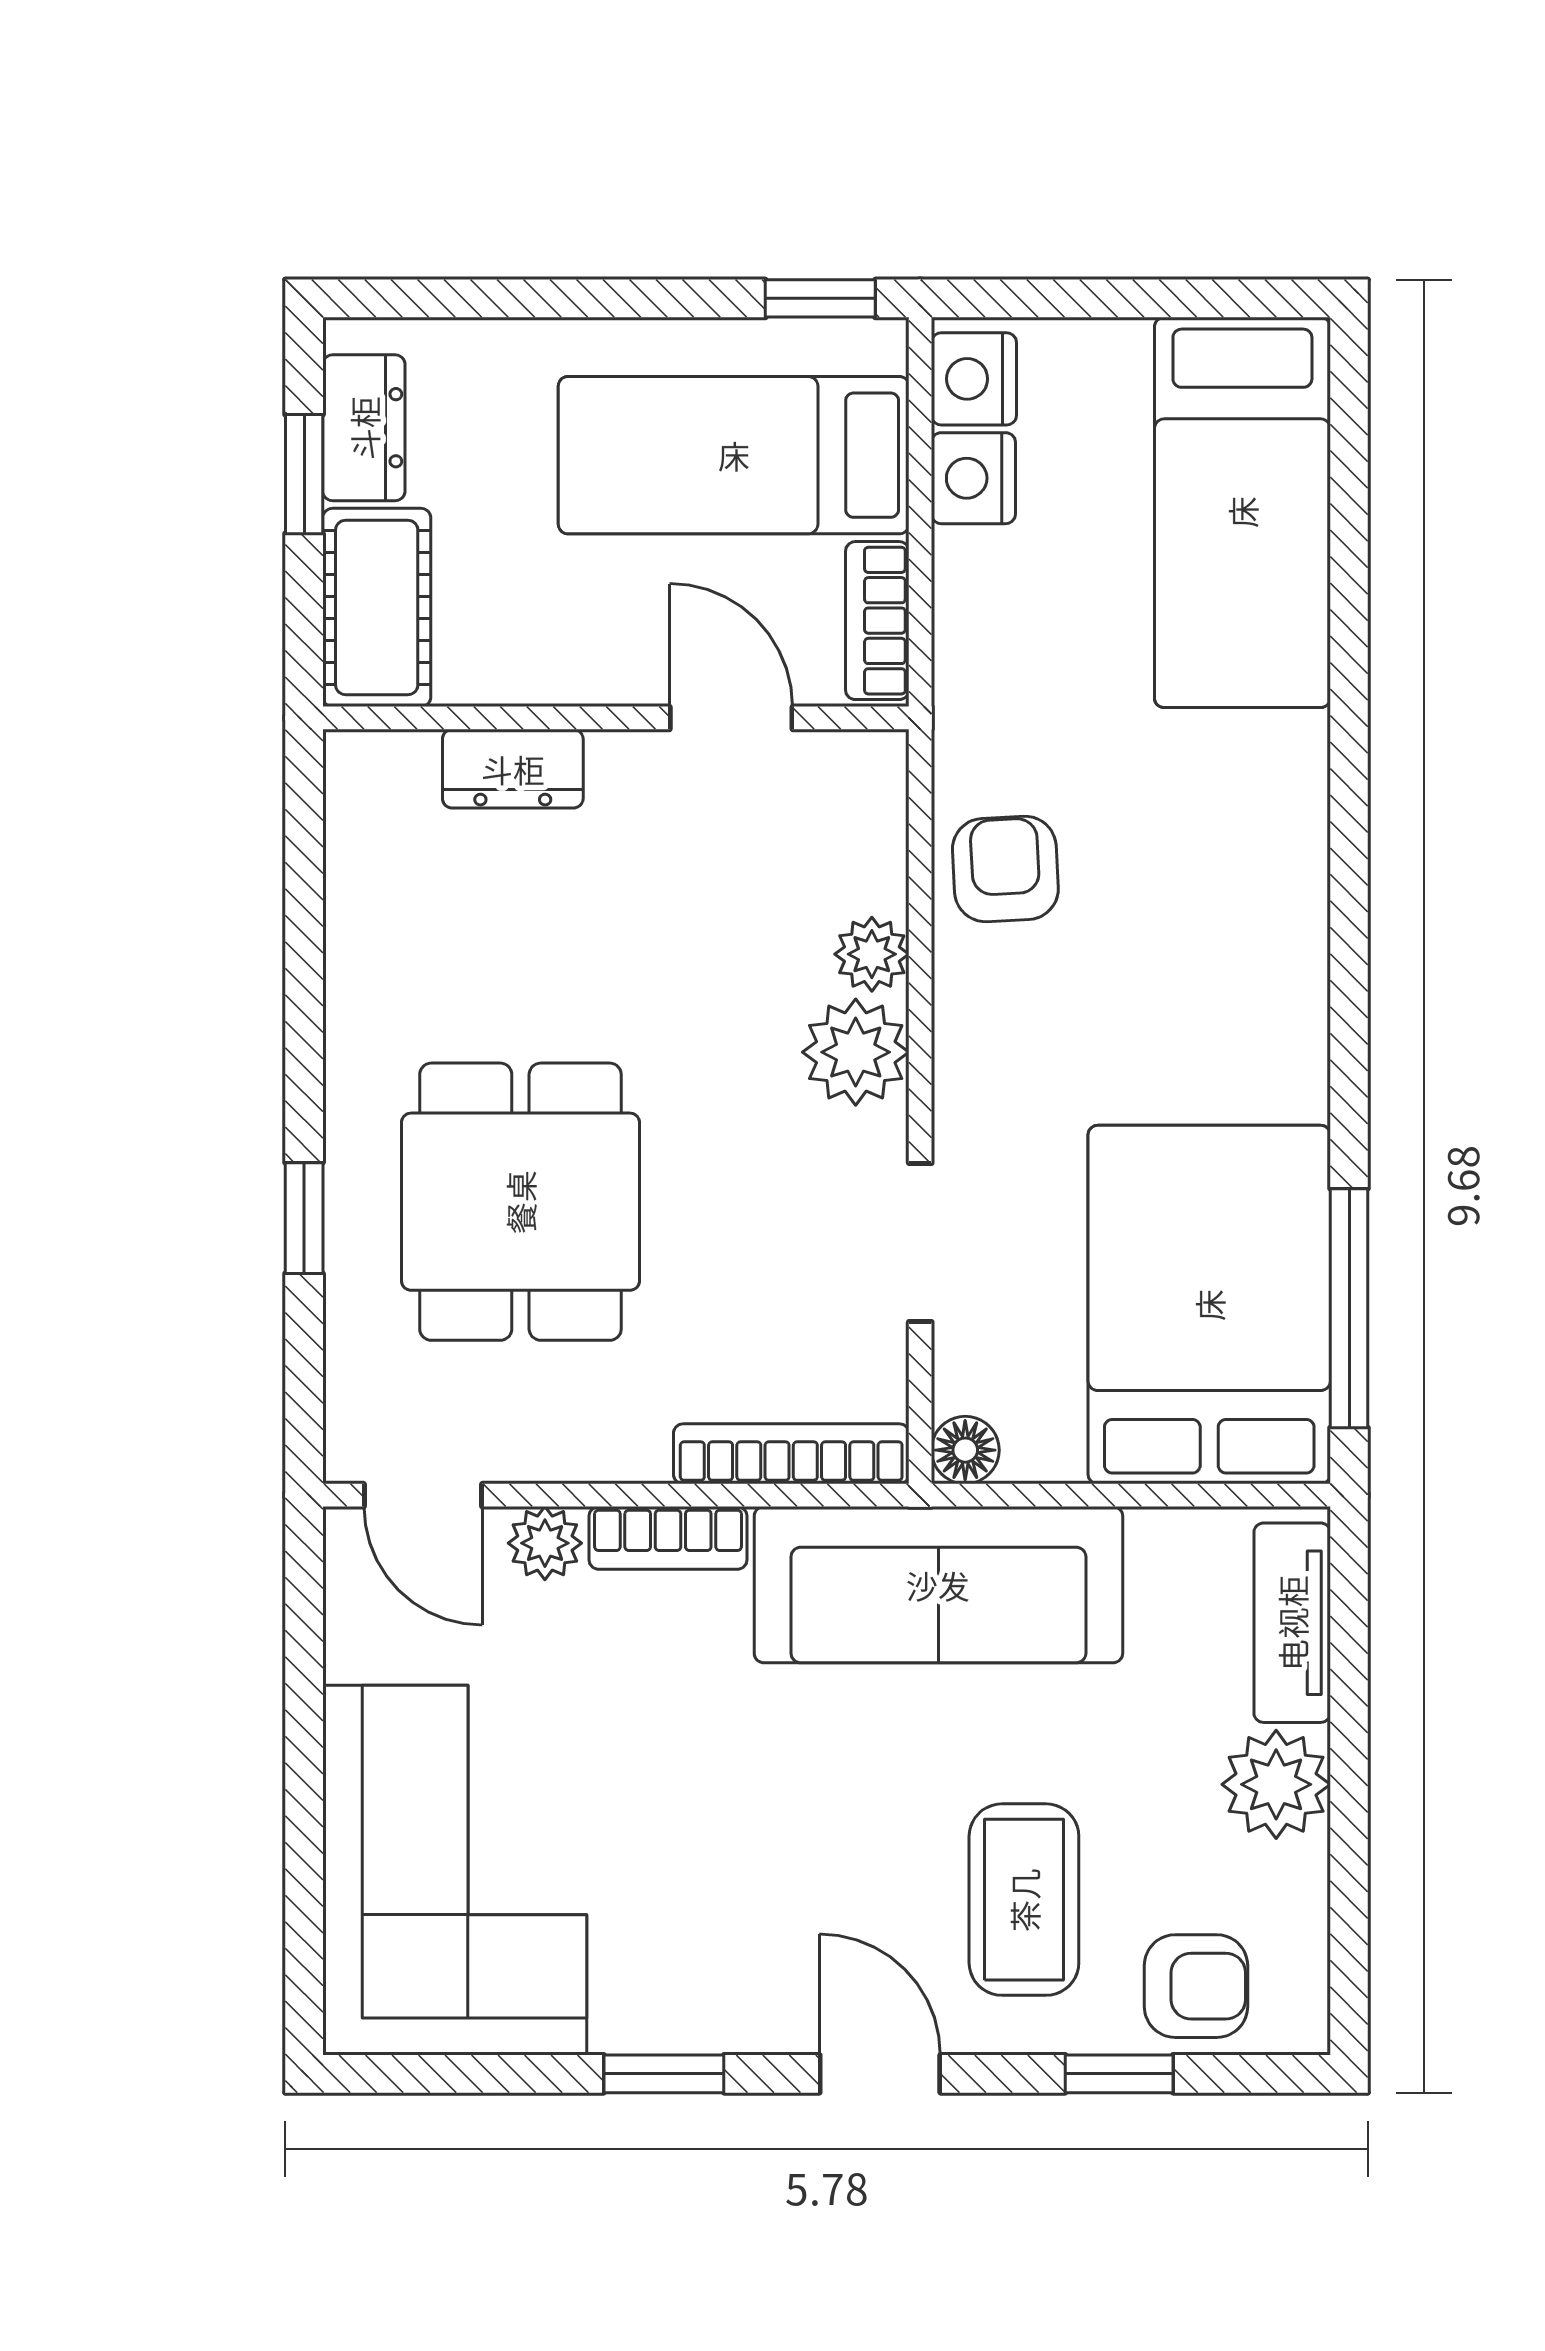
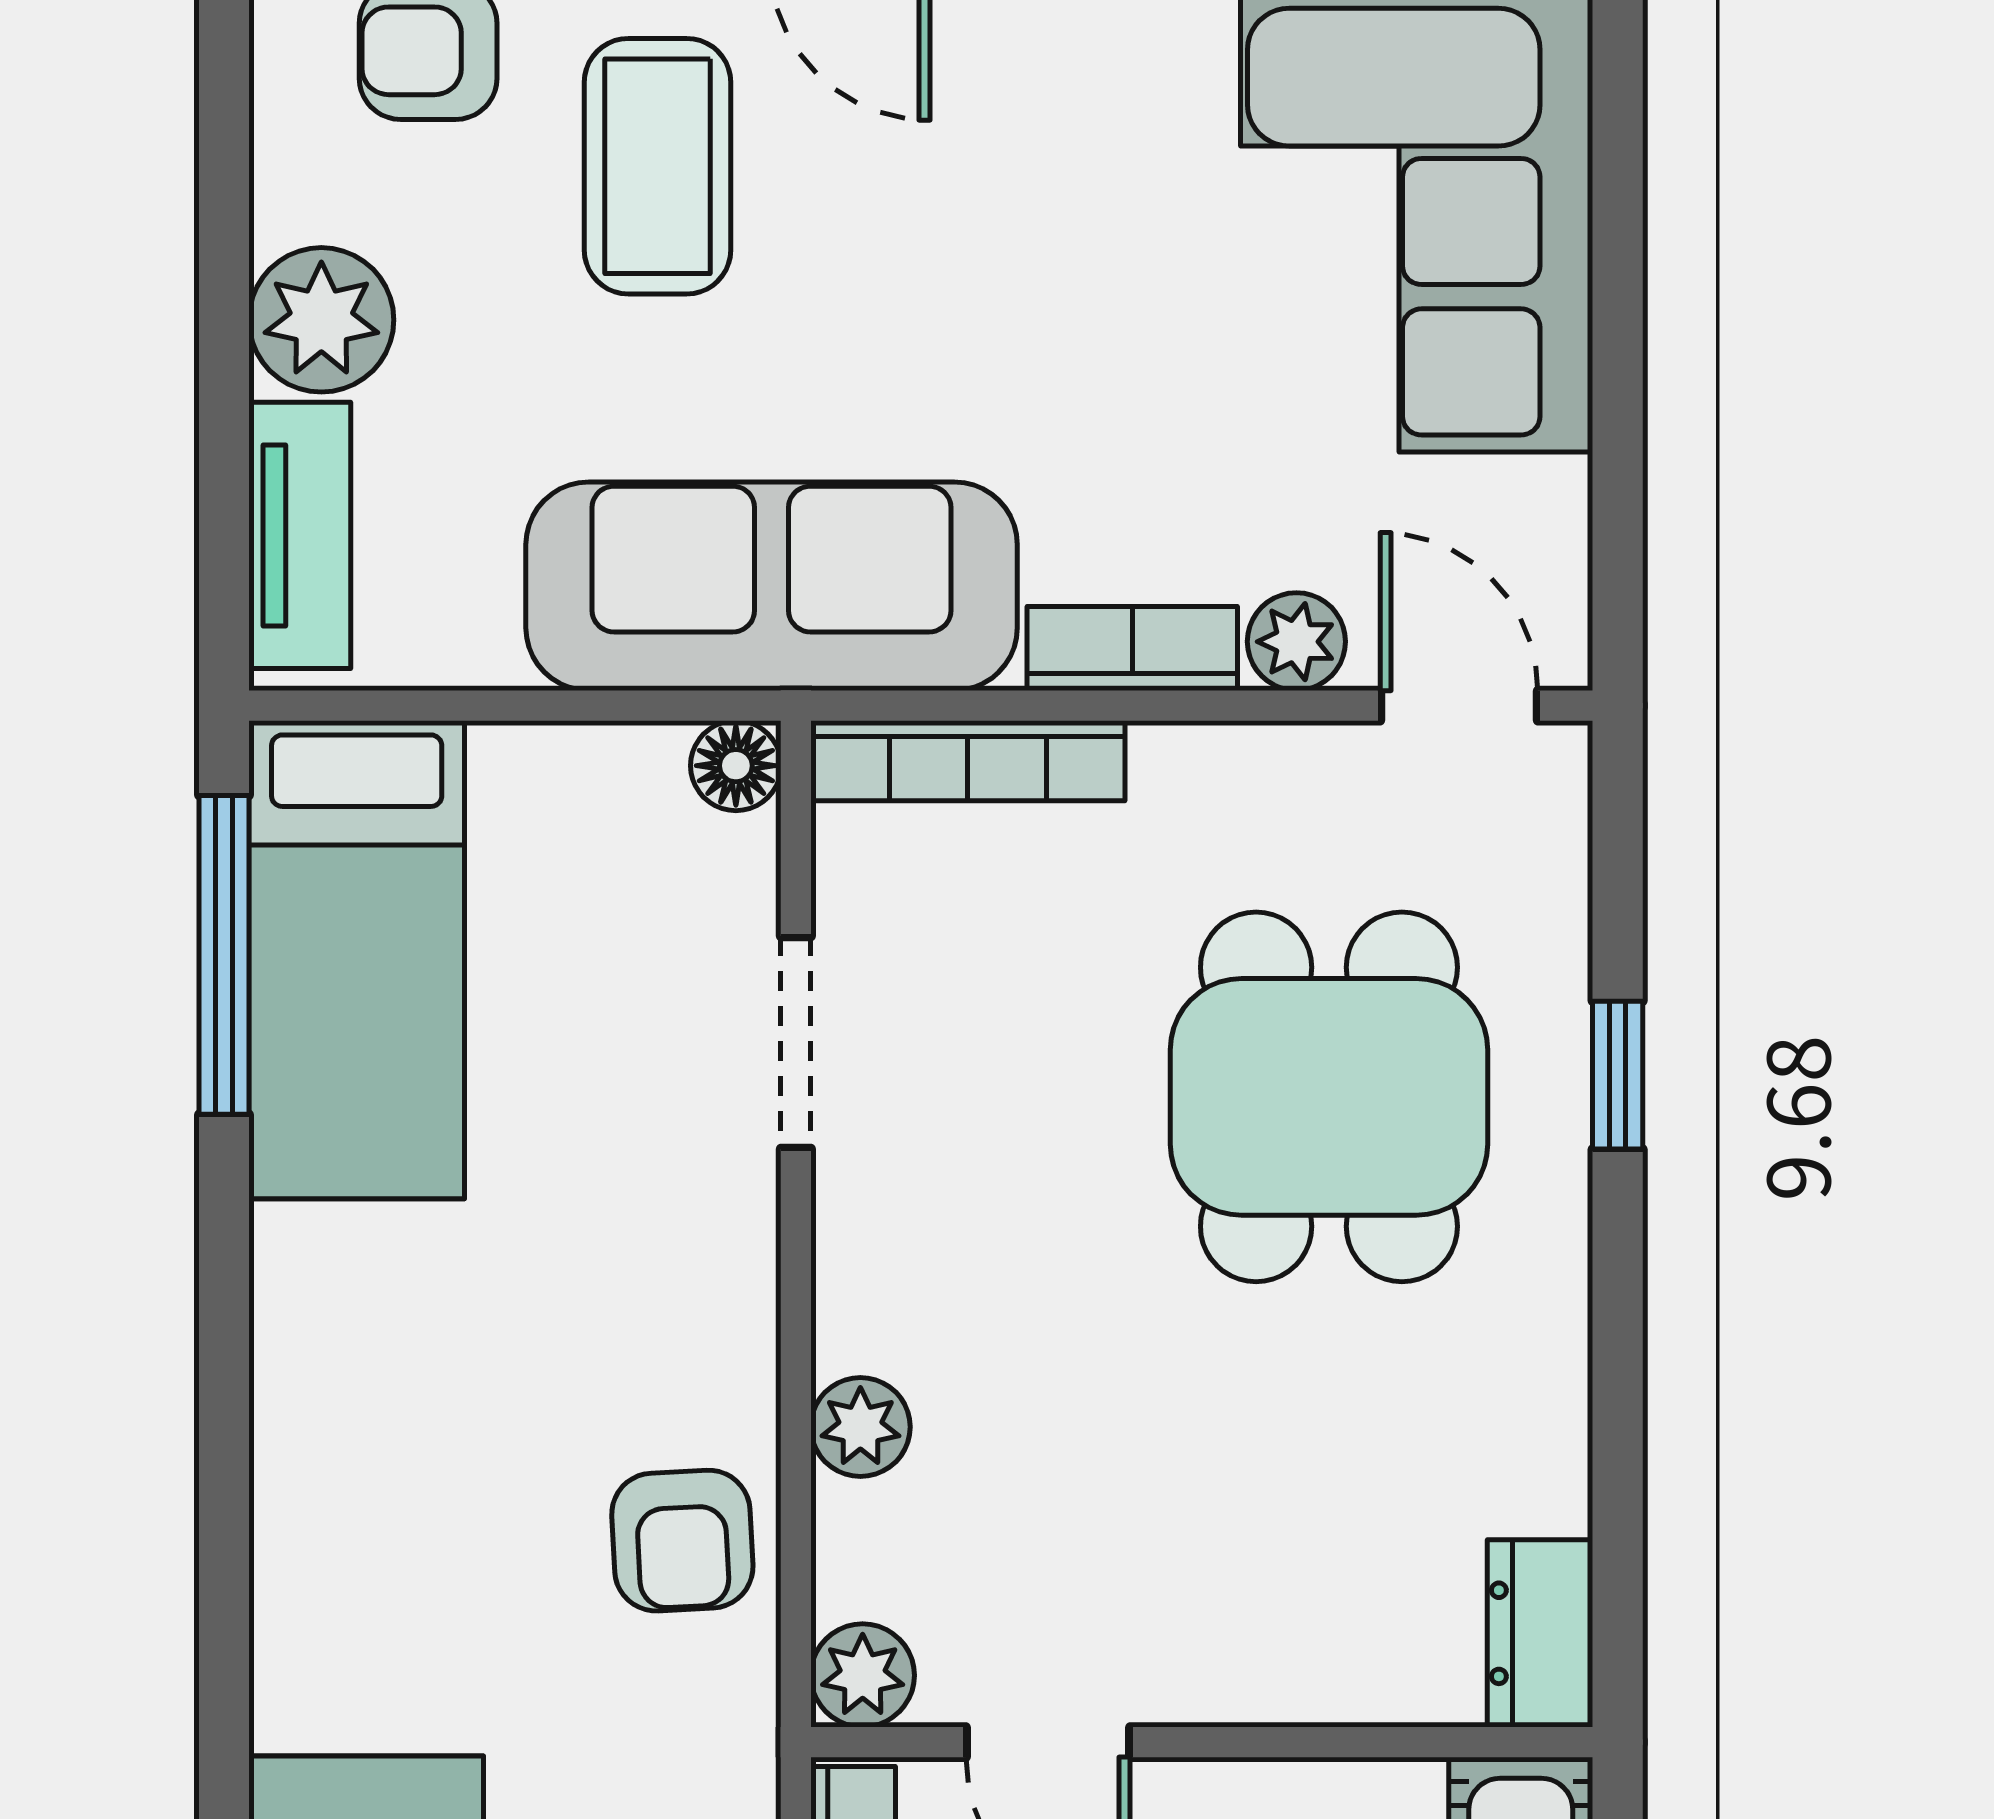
dresser: (513, 769) -> (1540, 1633), moved, turned -90
plant: (856, 1052) -> (863, 1675), moved, width x0.73, depth x0.73
bed: (1209, 1305) -> (357, 960), width x0.67

